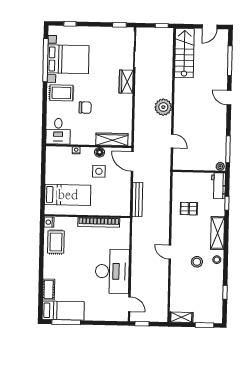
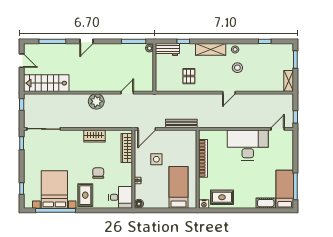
wardrobe: (126, 82) -> (94, 136), moved
floor lamp: (100, 152) -> (139, 204), moved

